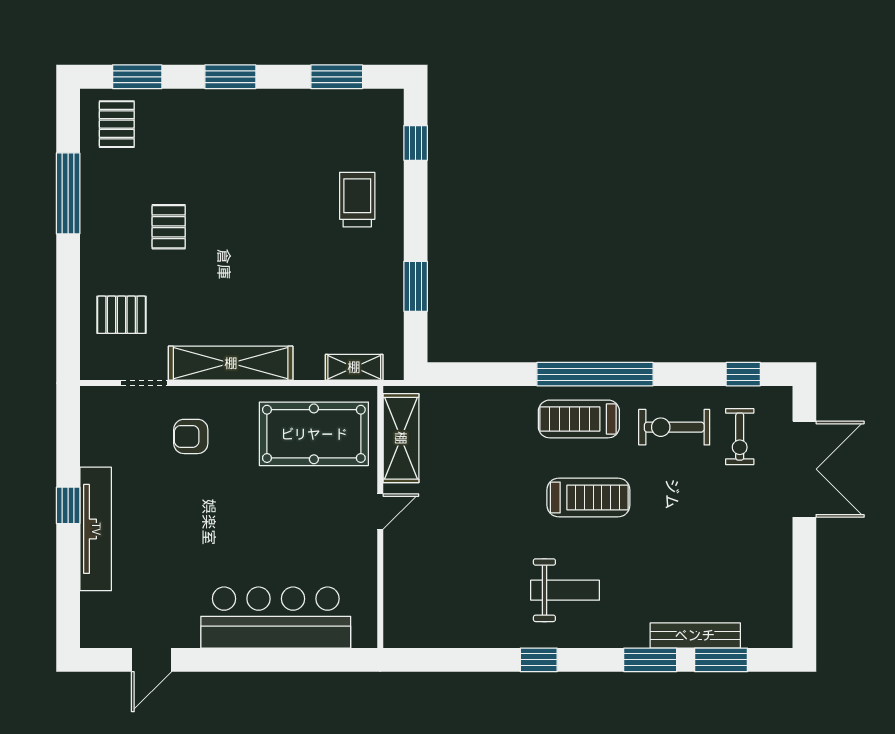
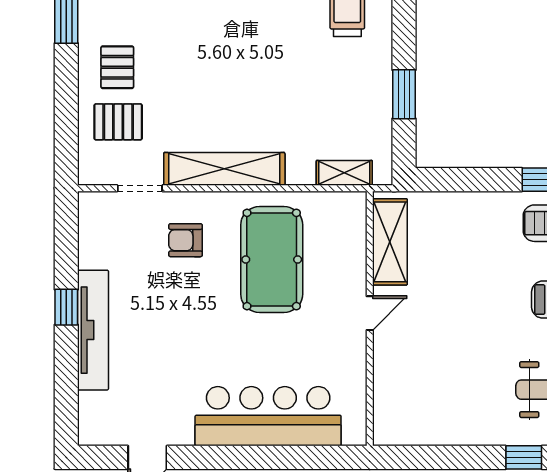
pallet: (169, 227) -> (117, 67), moved
pool table: (314, 434) -> (272, 260), moved, turned 90

